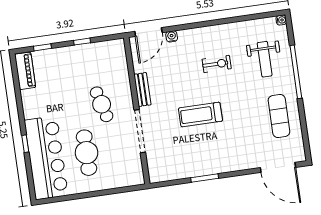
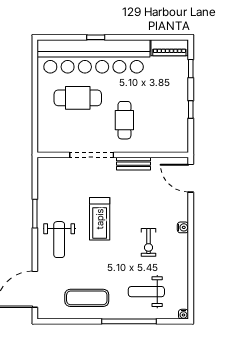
water cooler: (172, 36) -> (183, 227), moved
cafe table: (102, 104) -> (124, 120), turned -75
treadmill: (200, 115) -> (100, 219), turned 180
weight bench: (226, 151) -> (59, 240), added
bar counter: (46, 158) -> (94, 56), width x1.36

